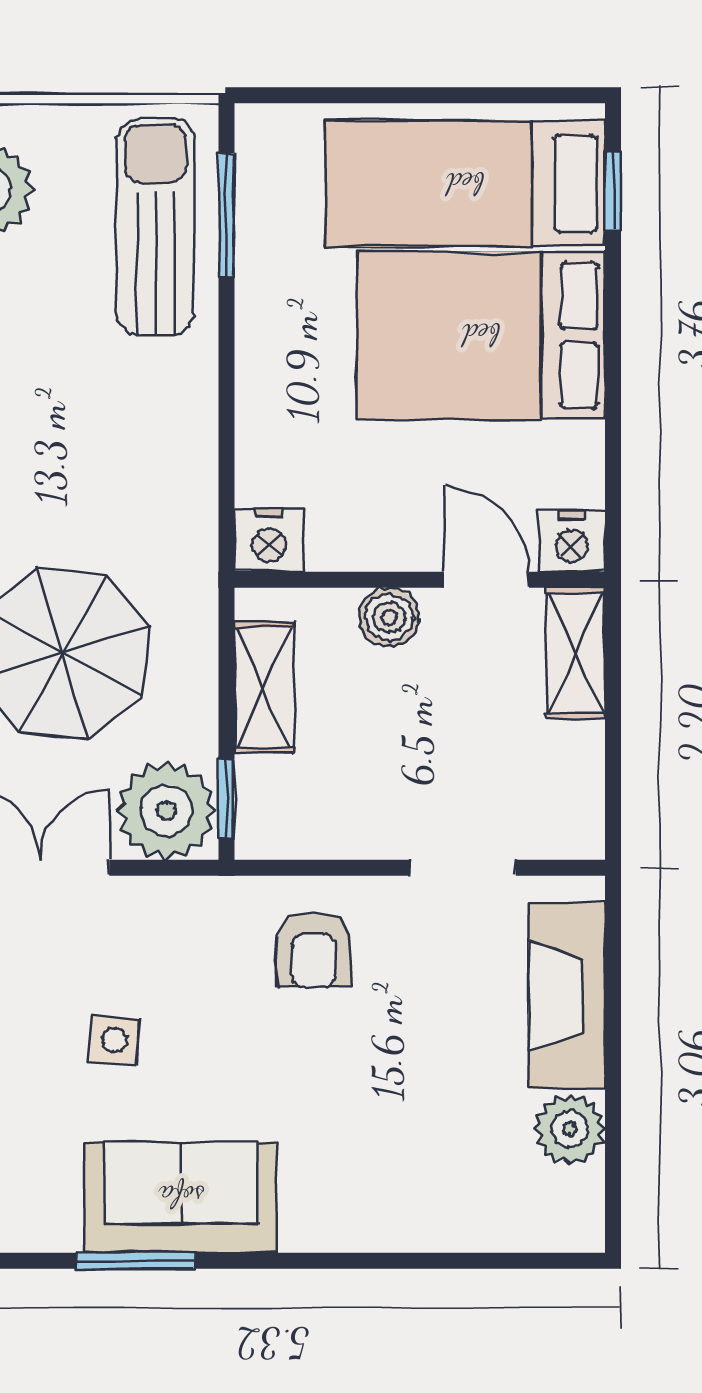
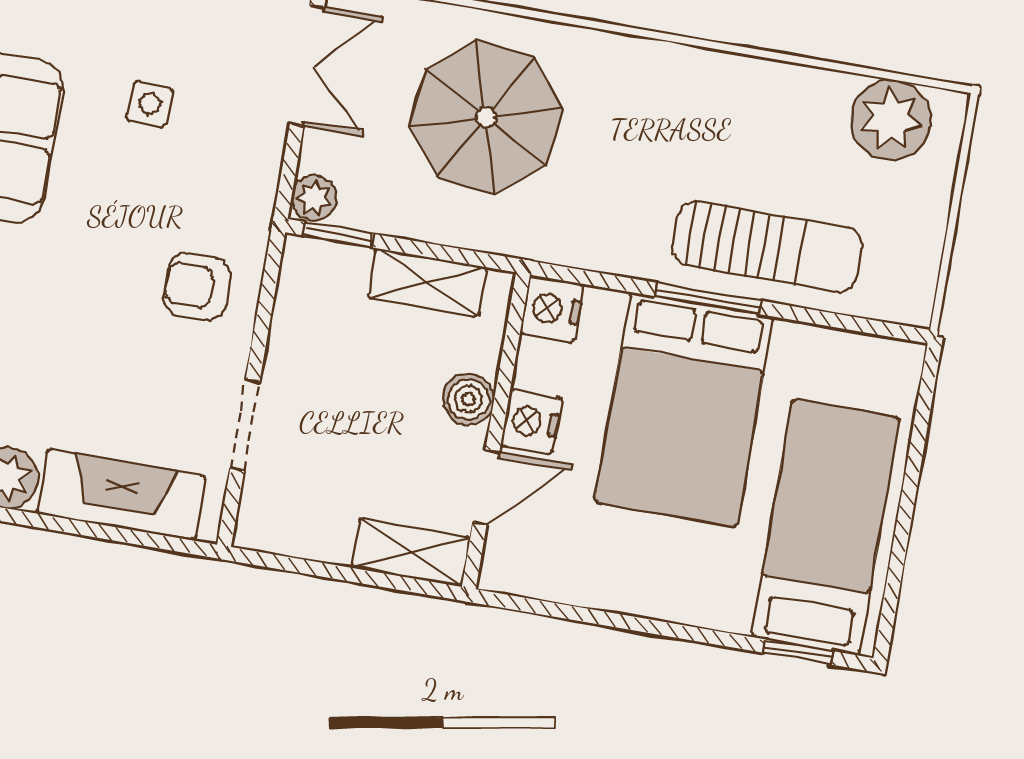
window: (227, 215) -> (708, 299), moved
sun lounger: (156, 227) -> (768, 247), moved
bed: (481, 335) -> (684, 410), moved, turned 180
nightstand: (572, 541) -> (531, 421), moved
plant: (166, 810) -> (314, 198), width x0.53, depth x0.53

